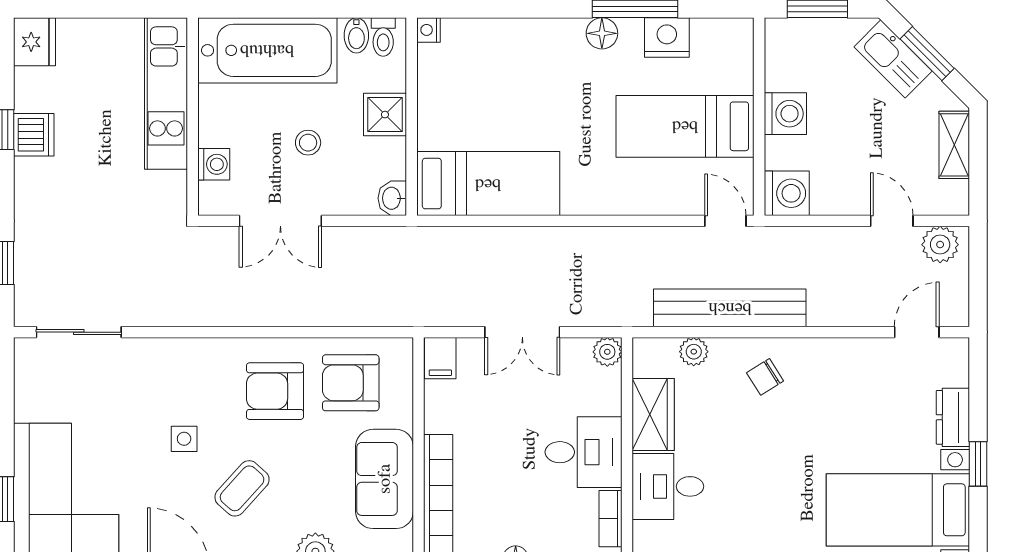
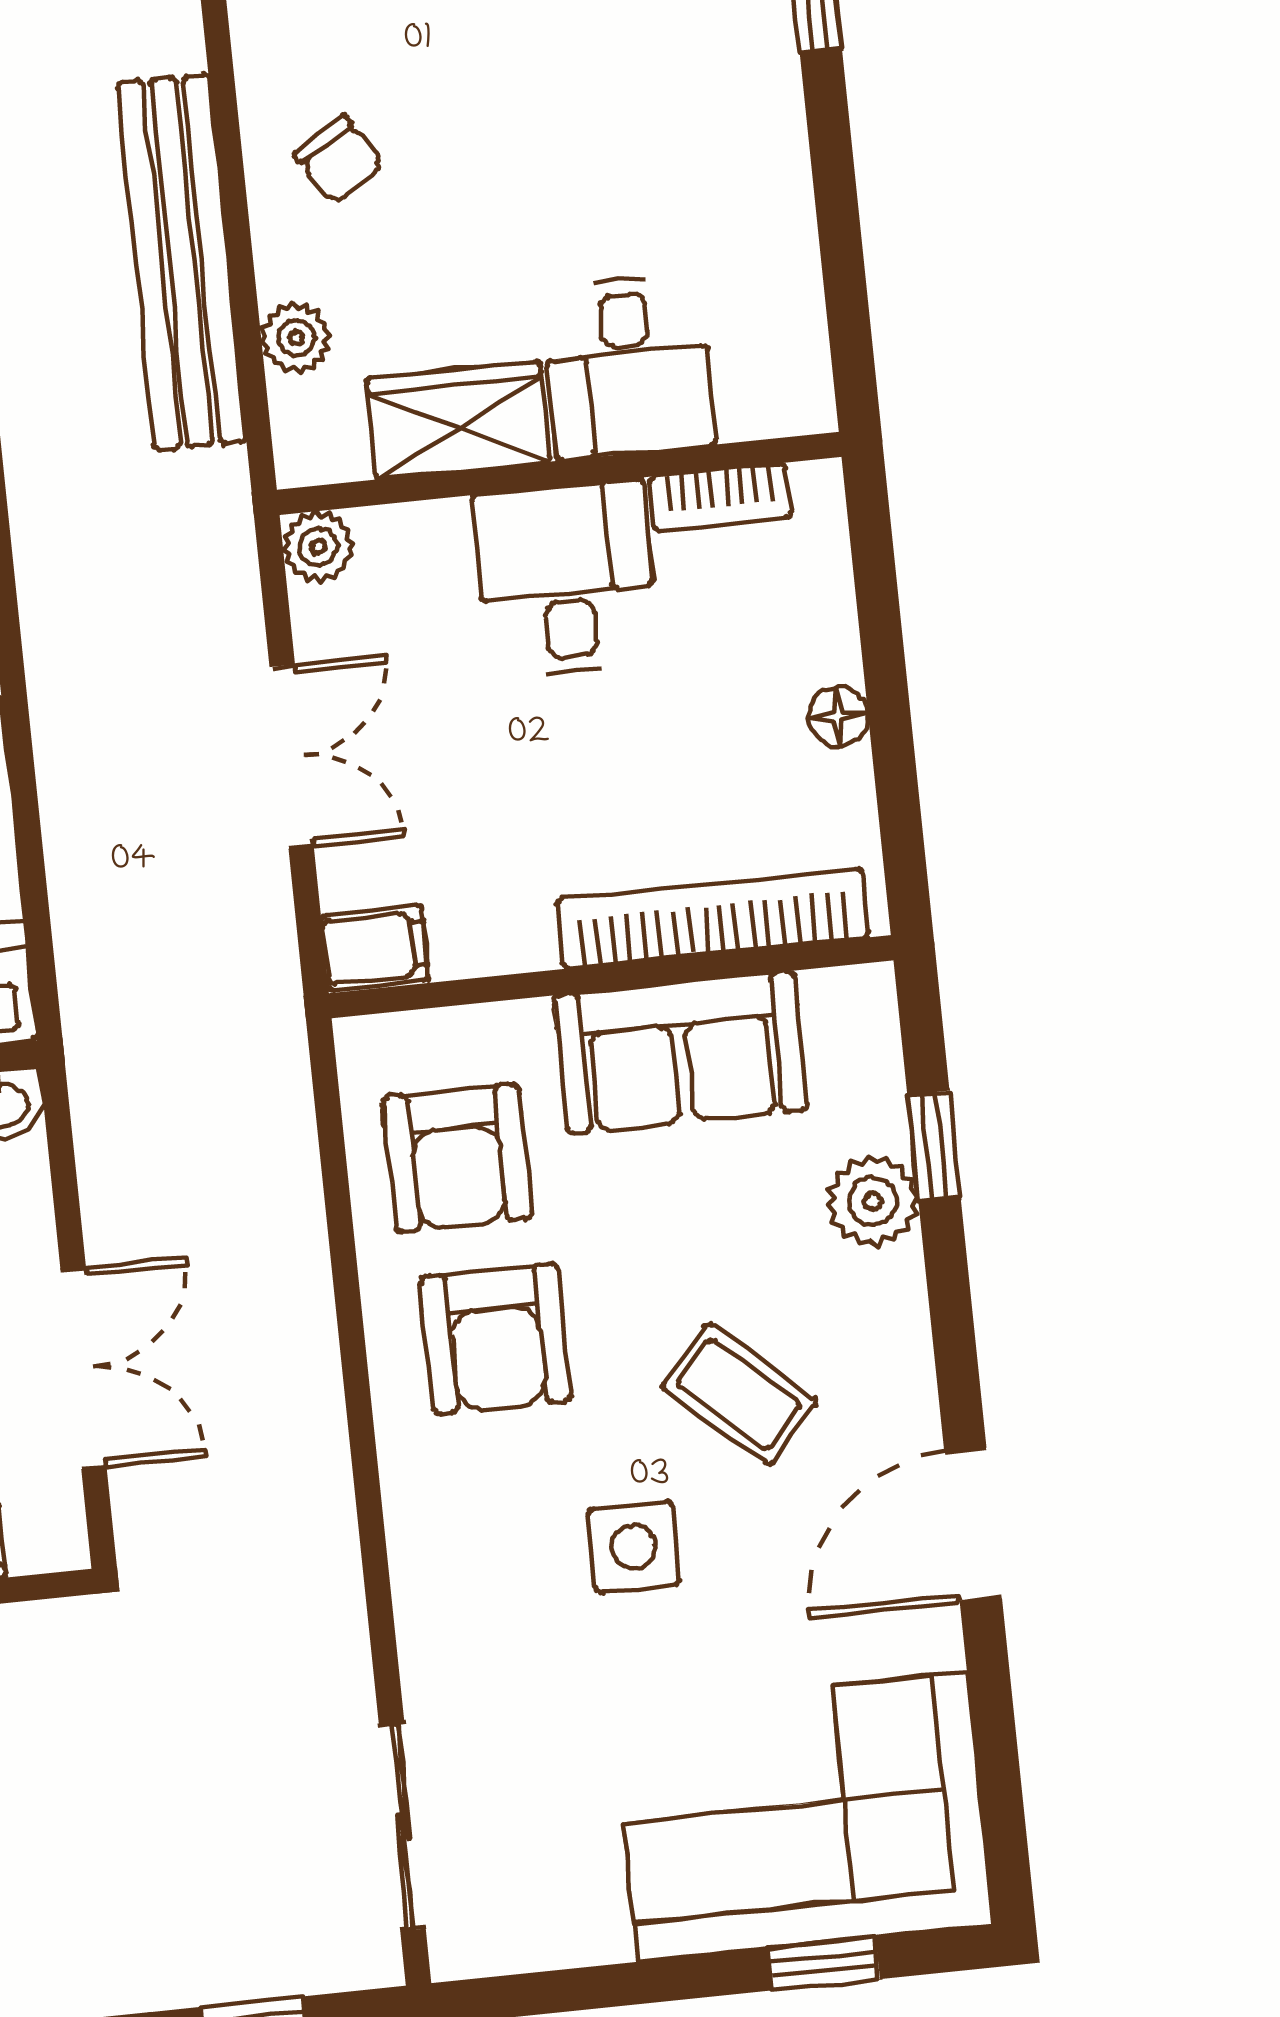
side table: (184, 439) -> (634, 1546), width x1.37, depth x1.37

